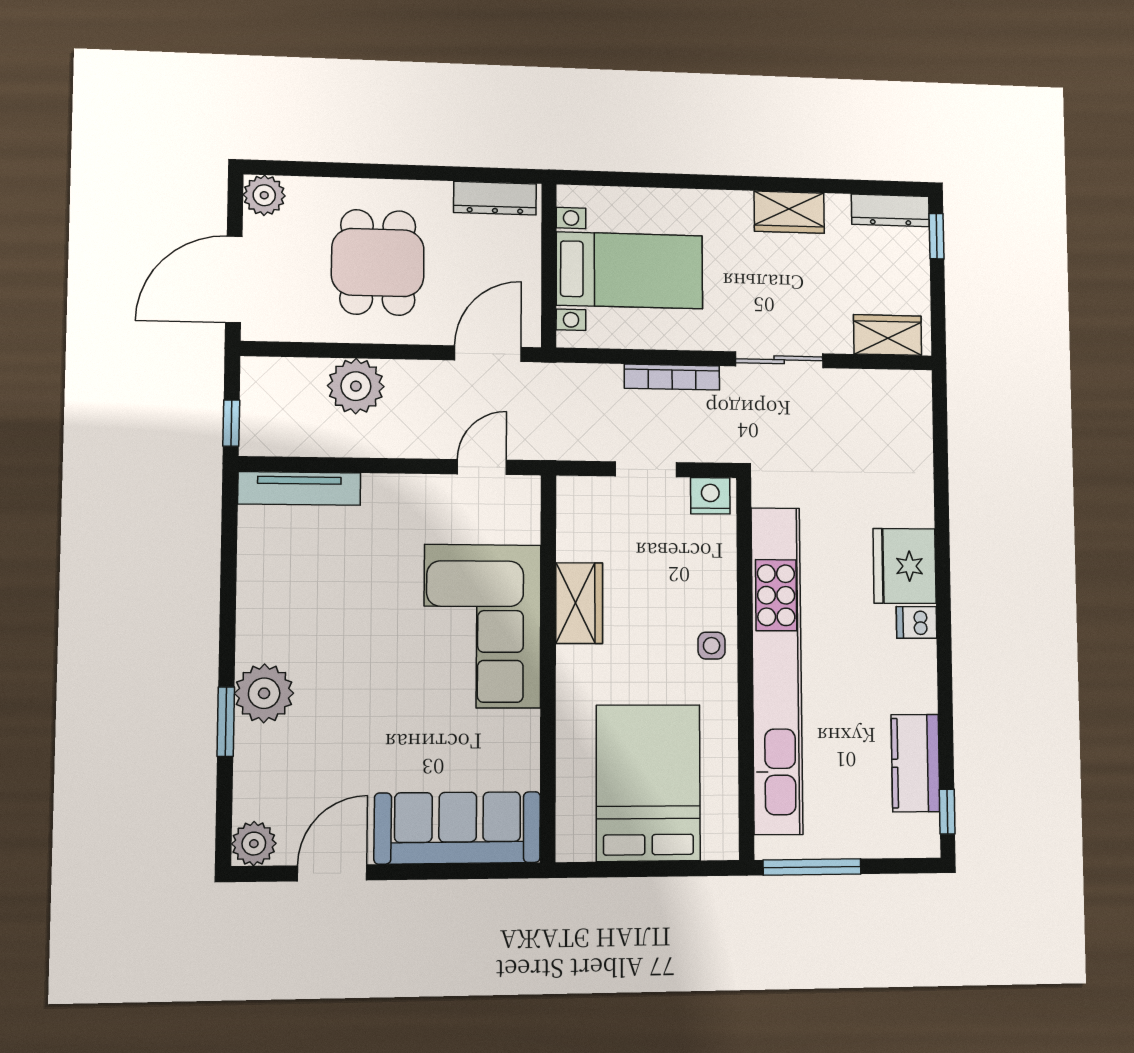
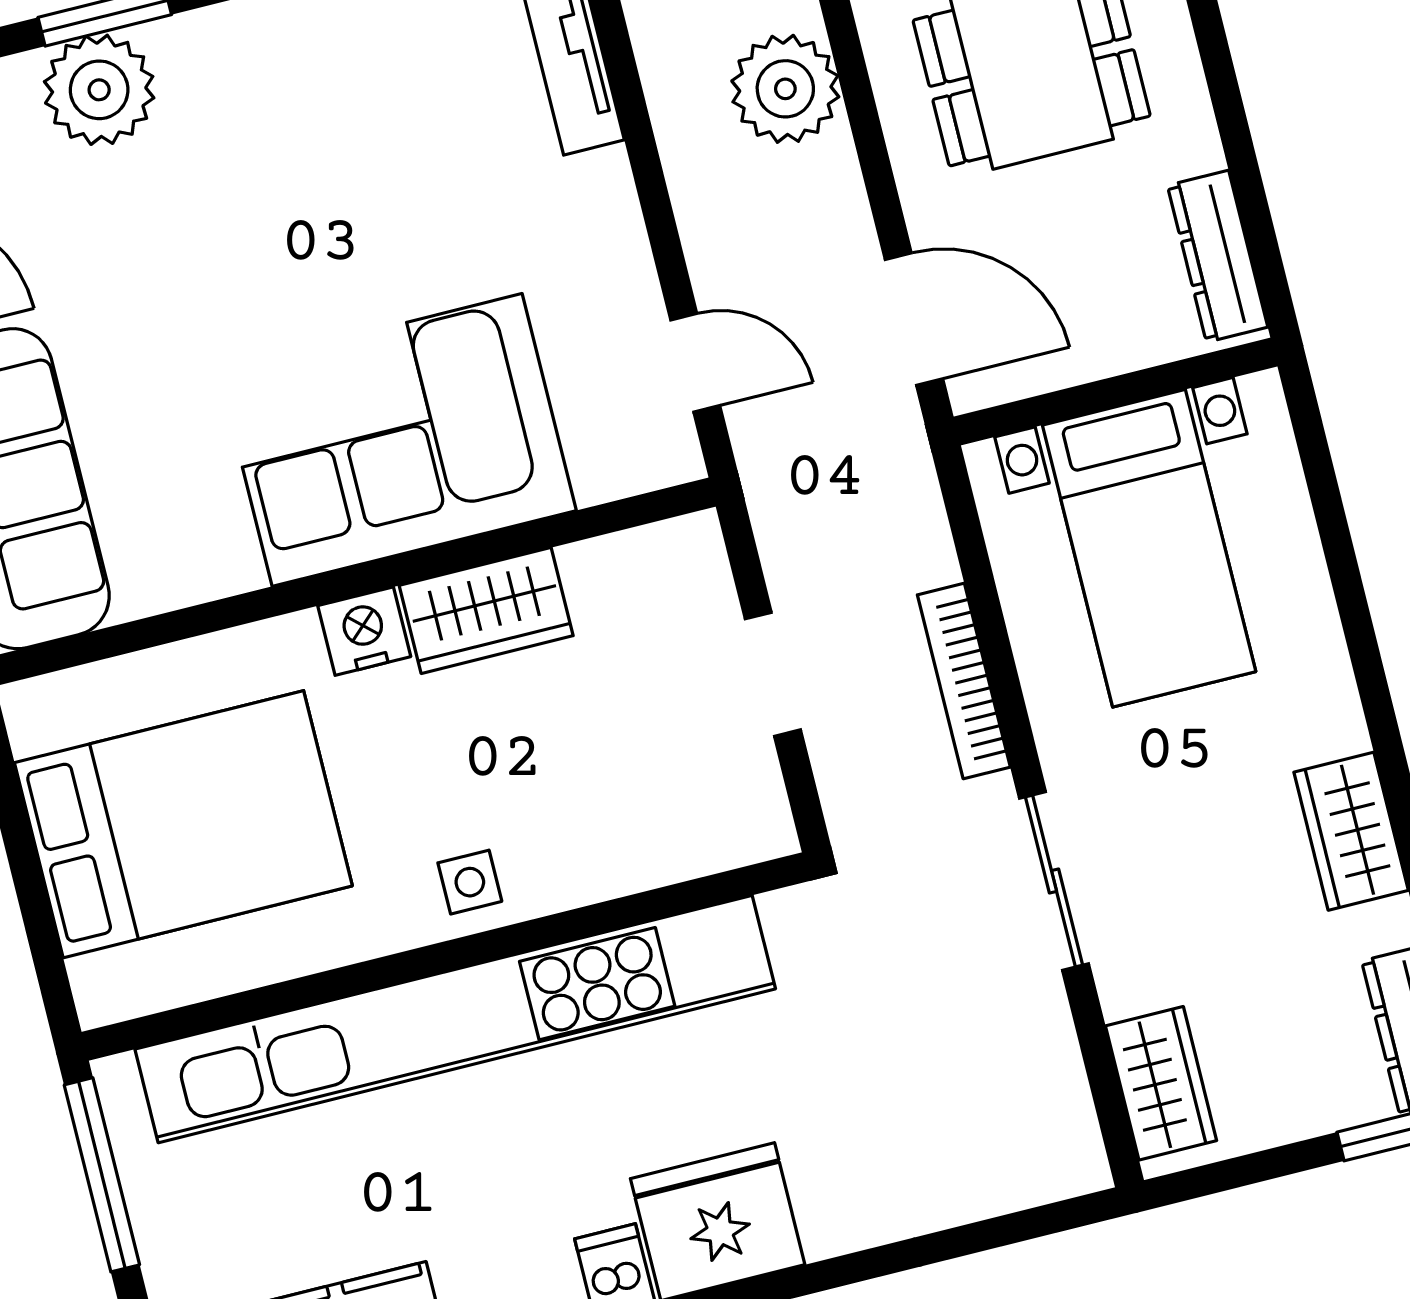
nightstand: (710, 496) -> (364, 631), moved, turned -90
plant: (264, 693) -> (99, 90), moved

